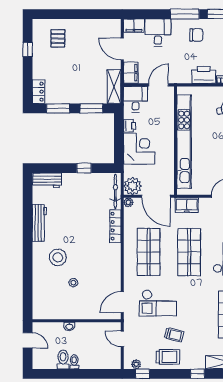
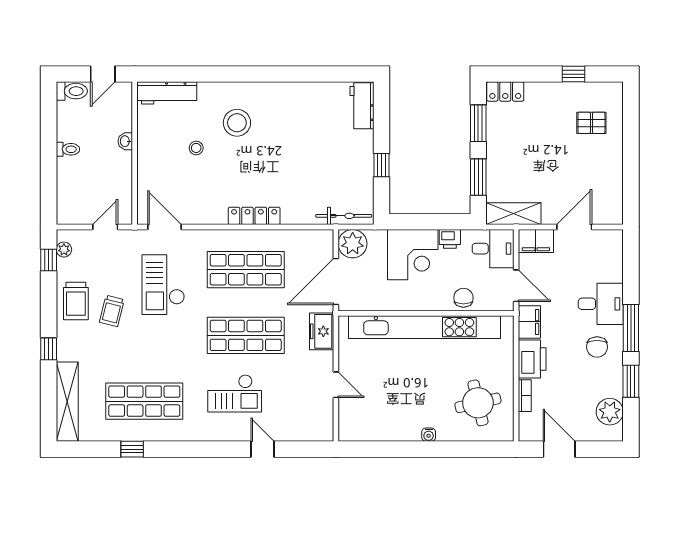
filing cabinet: (134, 26) -> (529, 322), moved, turned 180
desk: (158, 33) -> (601, 304), moved
chair: (166, 117) -> (463, 298), added
plant: (128, 202) -> (326, 237), removed
workbench: (39, 223) -> (167, 93), moved
locker: (115, 226) -> (254, 216), moved
toilet: (63, 359) -> (72, 91), moved

